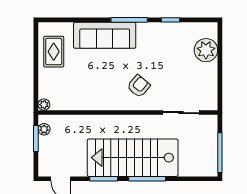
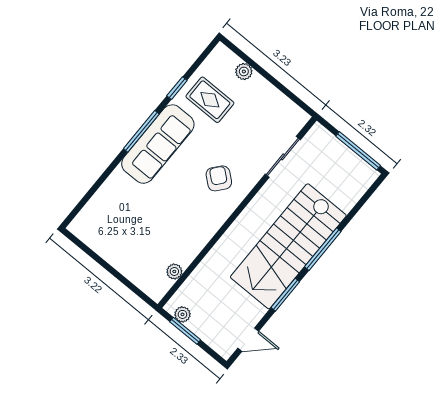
sofa: (105, 35) -> (158, 144), moved
plant: (206, 50) -> (244, 71), width x0.53, depth x0.53
rug: (54, 52) -> (210, 100), moved
plant: (44, 105) -> (174, 271), moved

